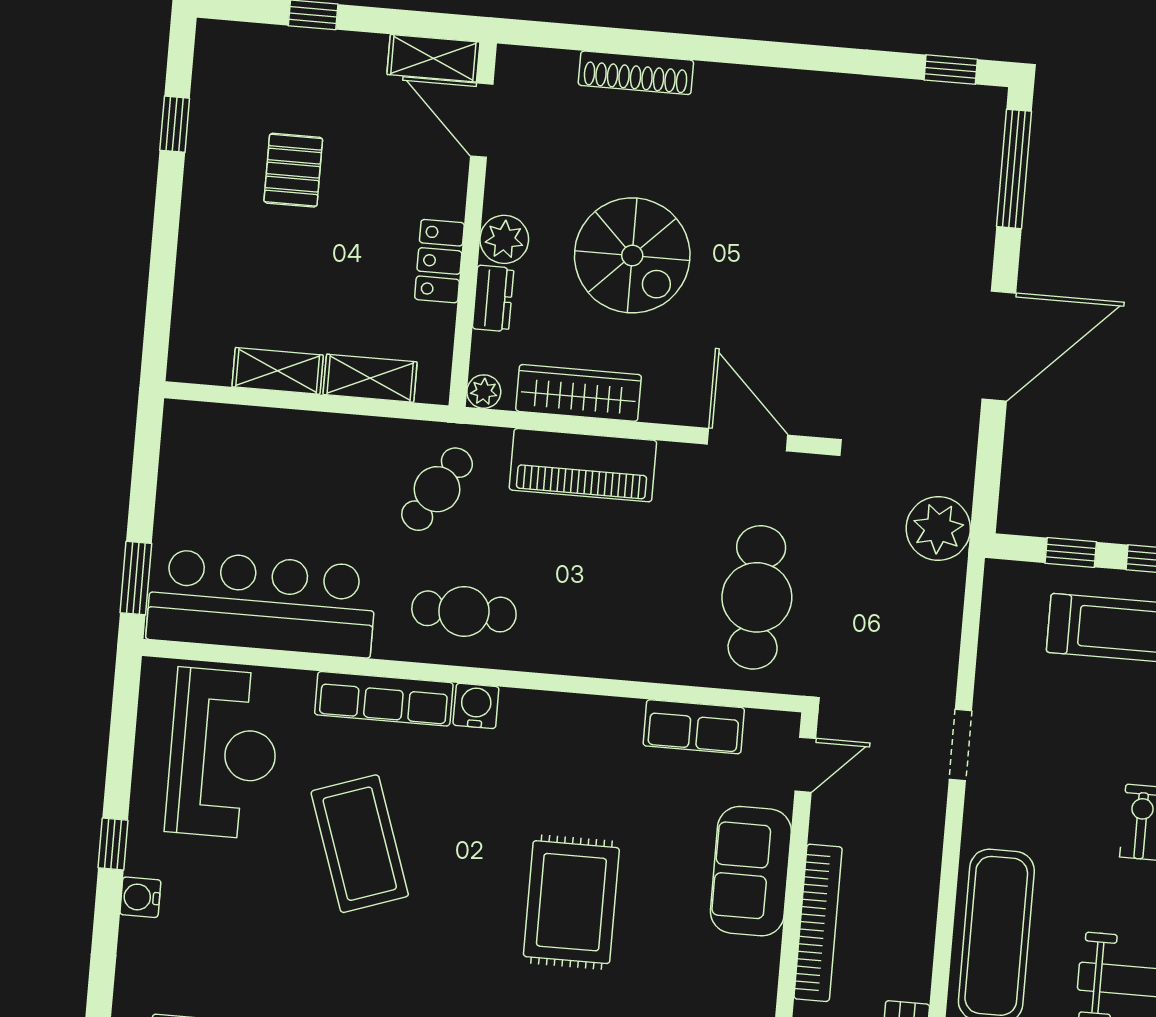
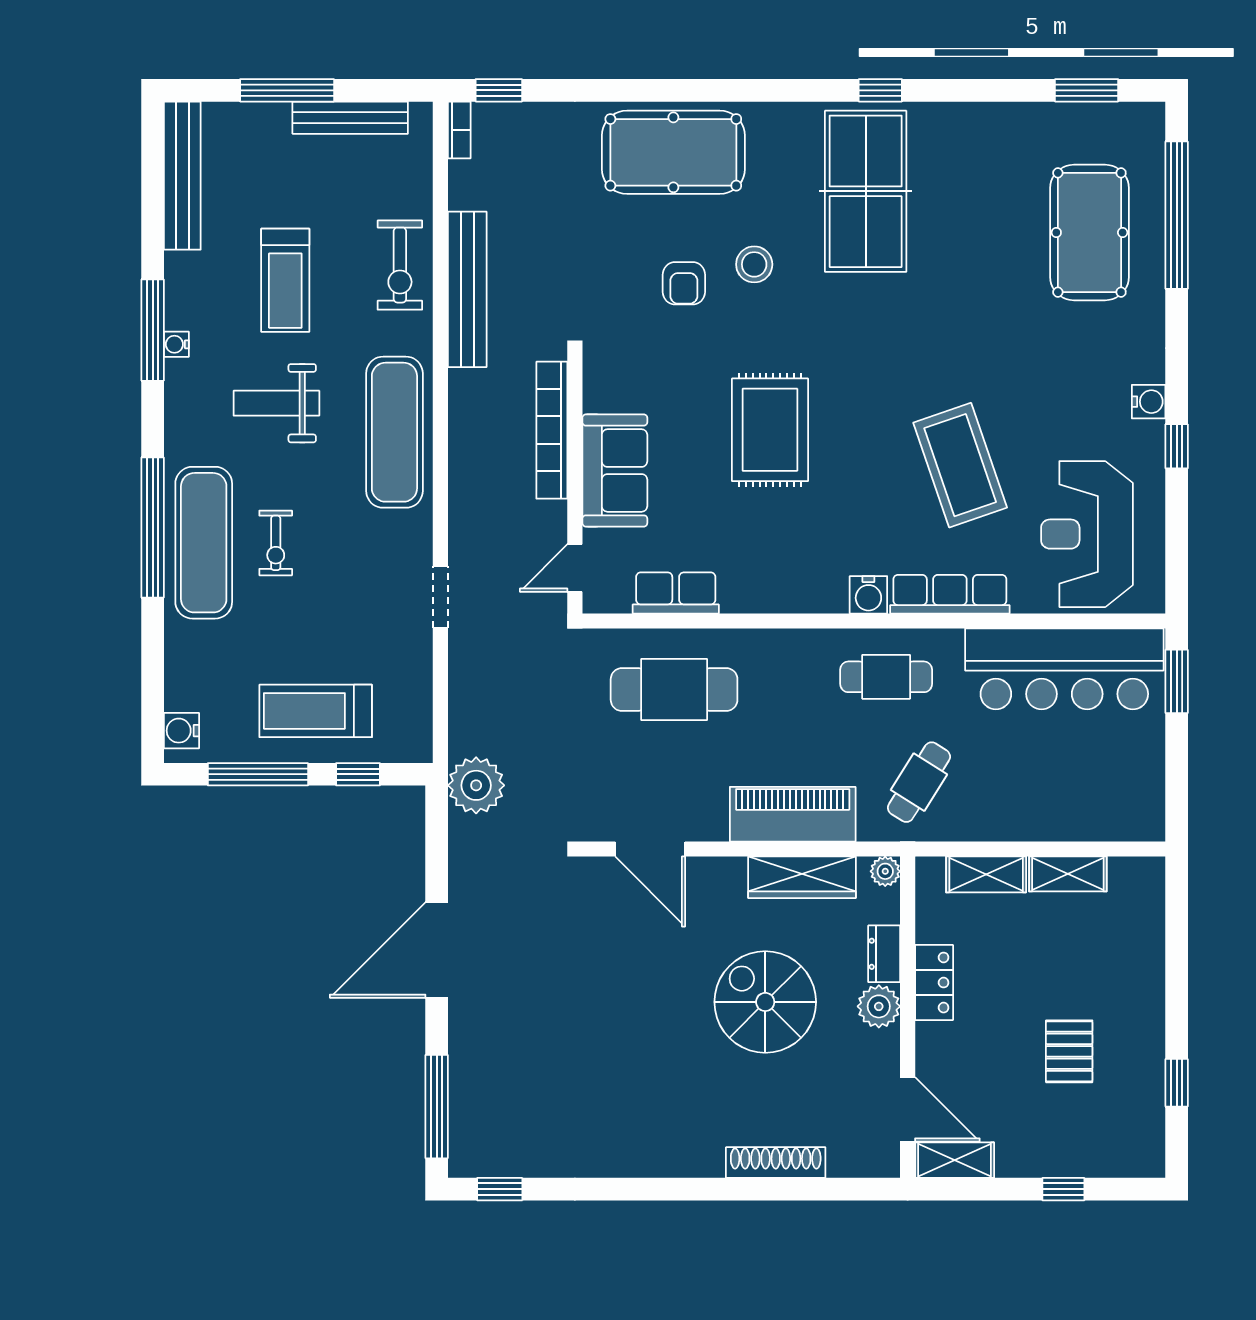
cafe table: (757, 597) -> (674, 690), moved, turned 90

